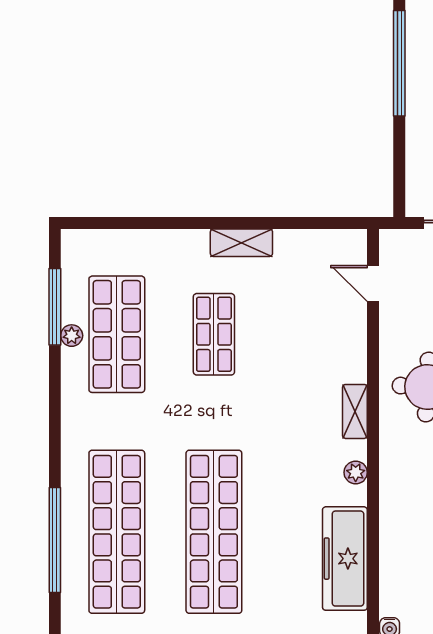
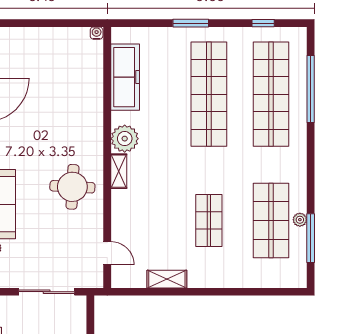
shelving: (241, 243) -> (167, 279), moved
plant: (356, 472) -> (125, 139), width x1.88, depth x1.88

